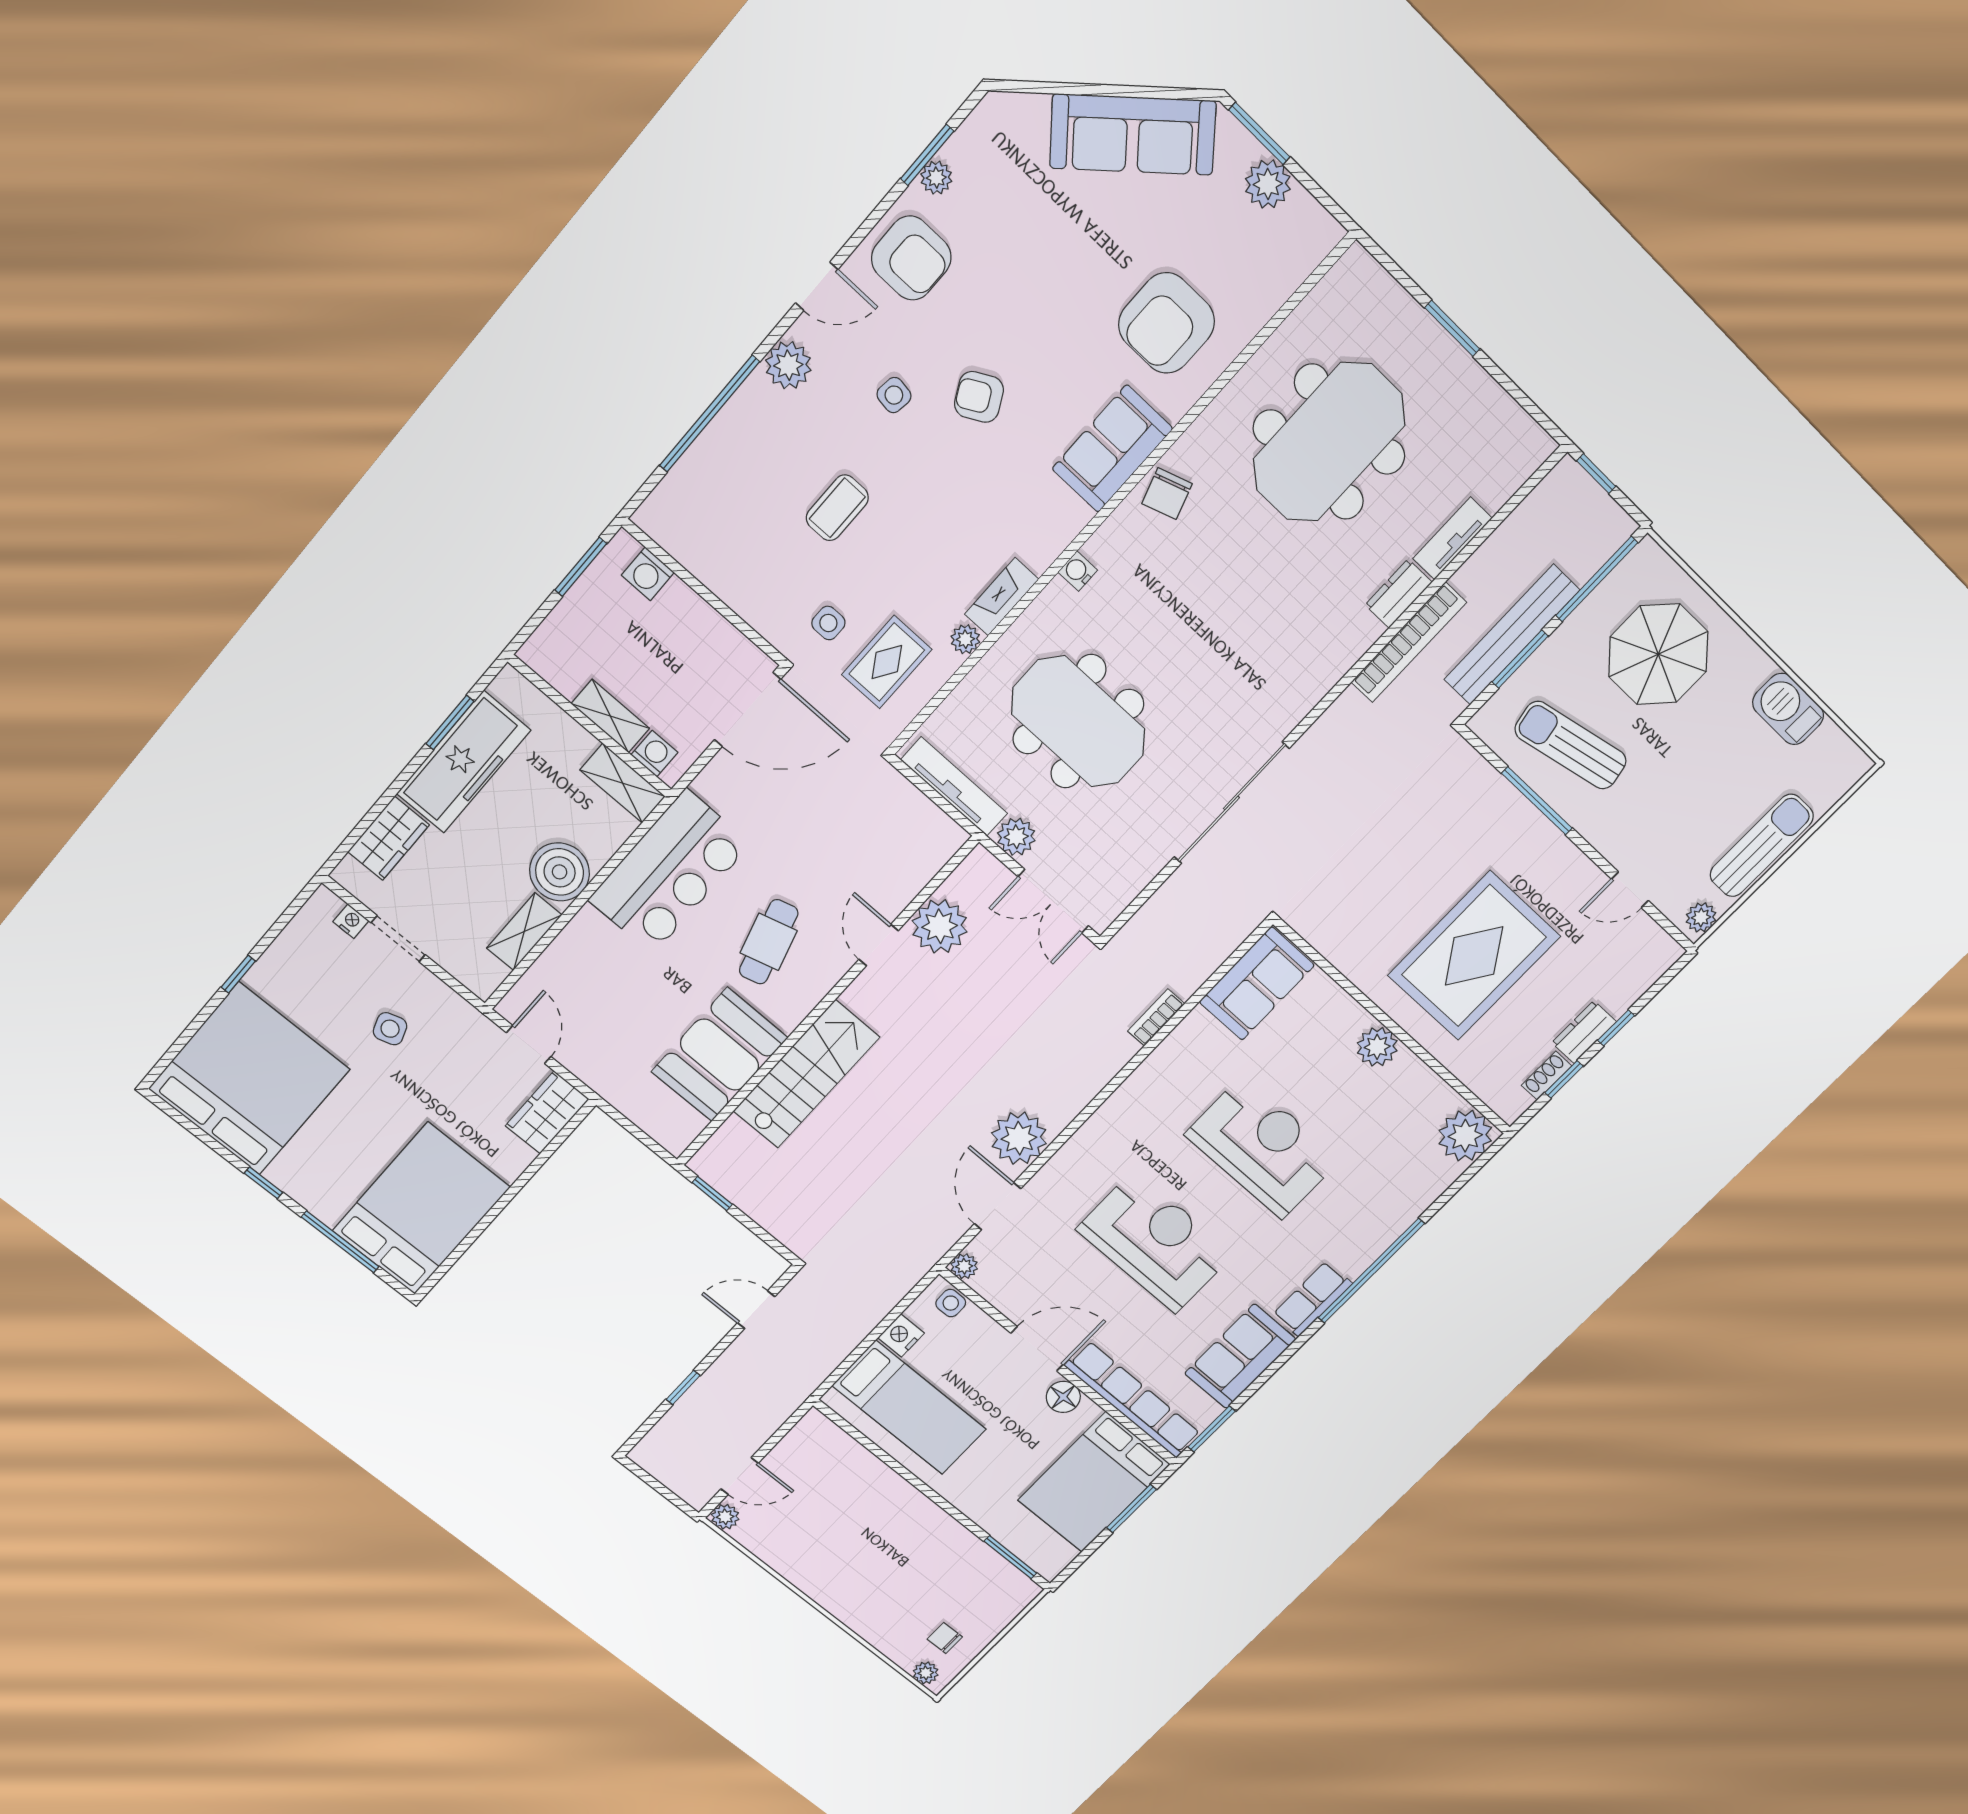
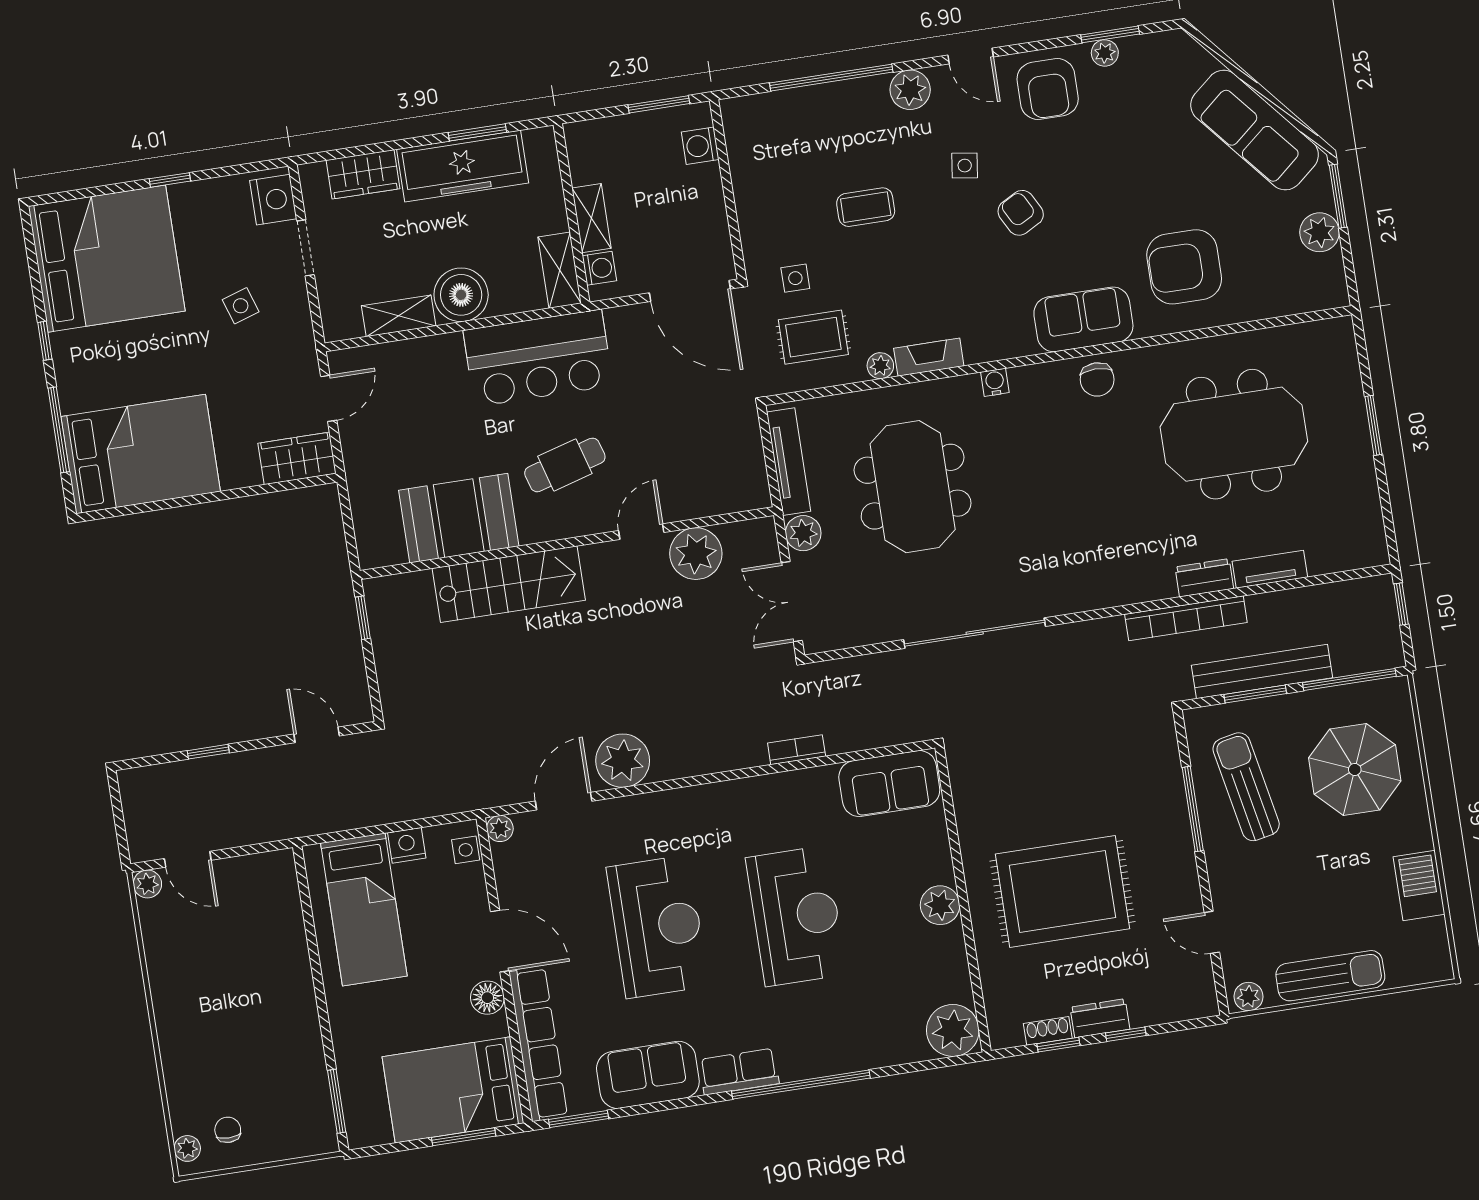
chair: (1167, 494) -> (1097, 379), turned -72
nightstand: (351, 921) -> (273, 200), width x1.89, depth x1.79

